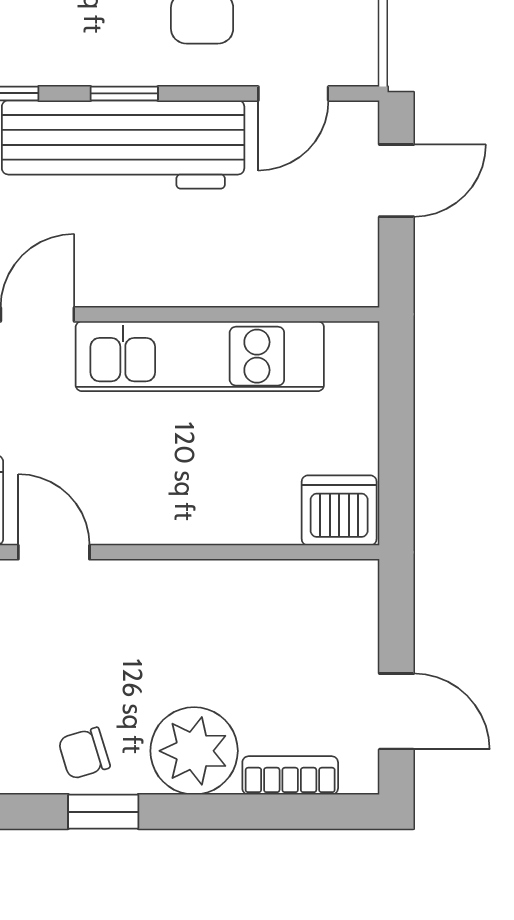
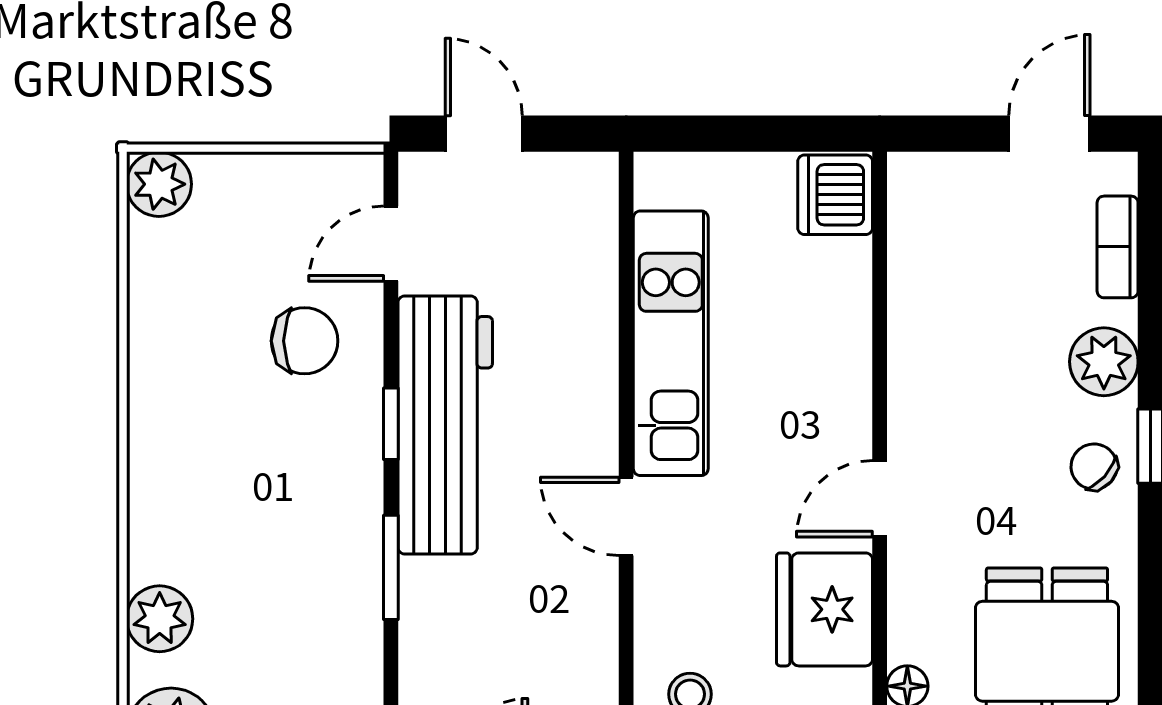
door: (293, 93) -> (391, 244), swing flipped
plant: (194, 751) -> (1104, 362), width x0.73, depth x0.73
chair: (84, 753) -> (1094, 467), turned 149

